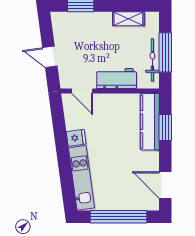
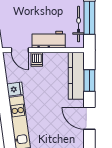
dishwasher: (102, 102) -> (37, 59), added
door: (165, 185) -> (89, 118), moved

